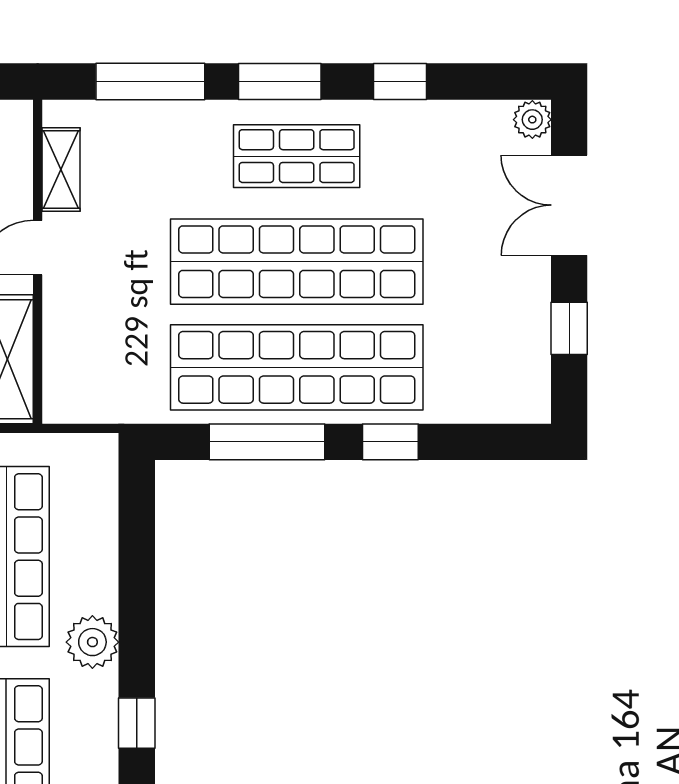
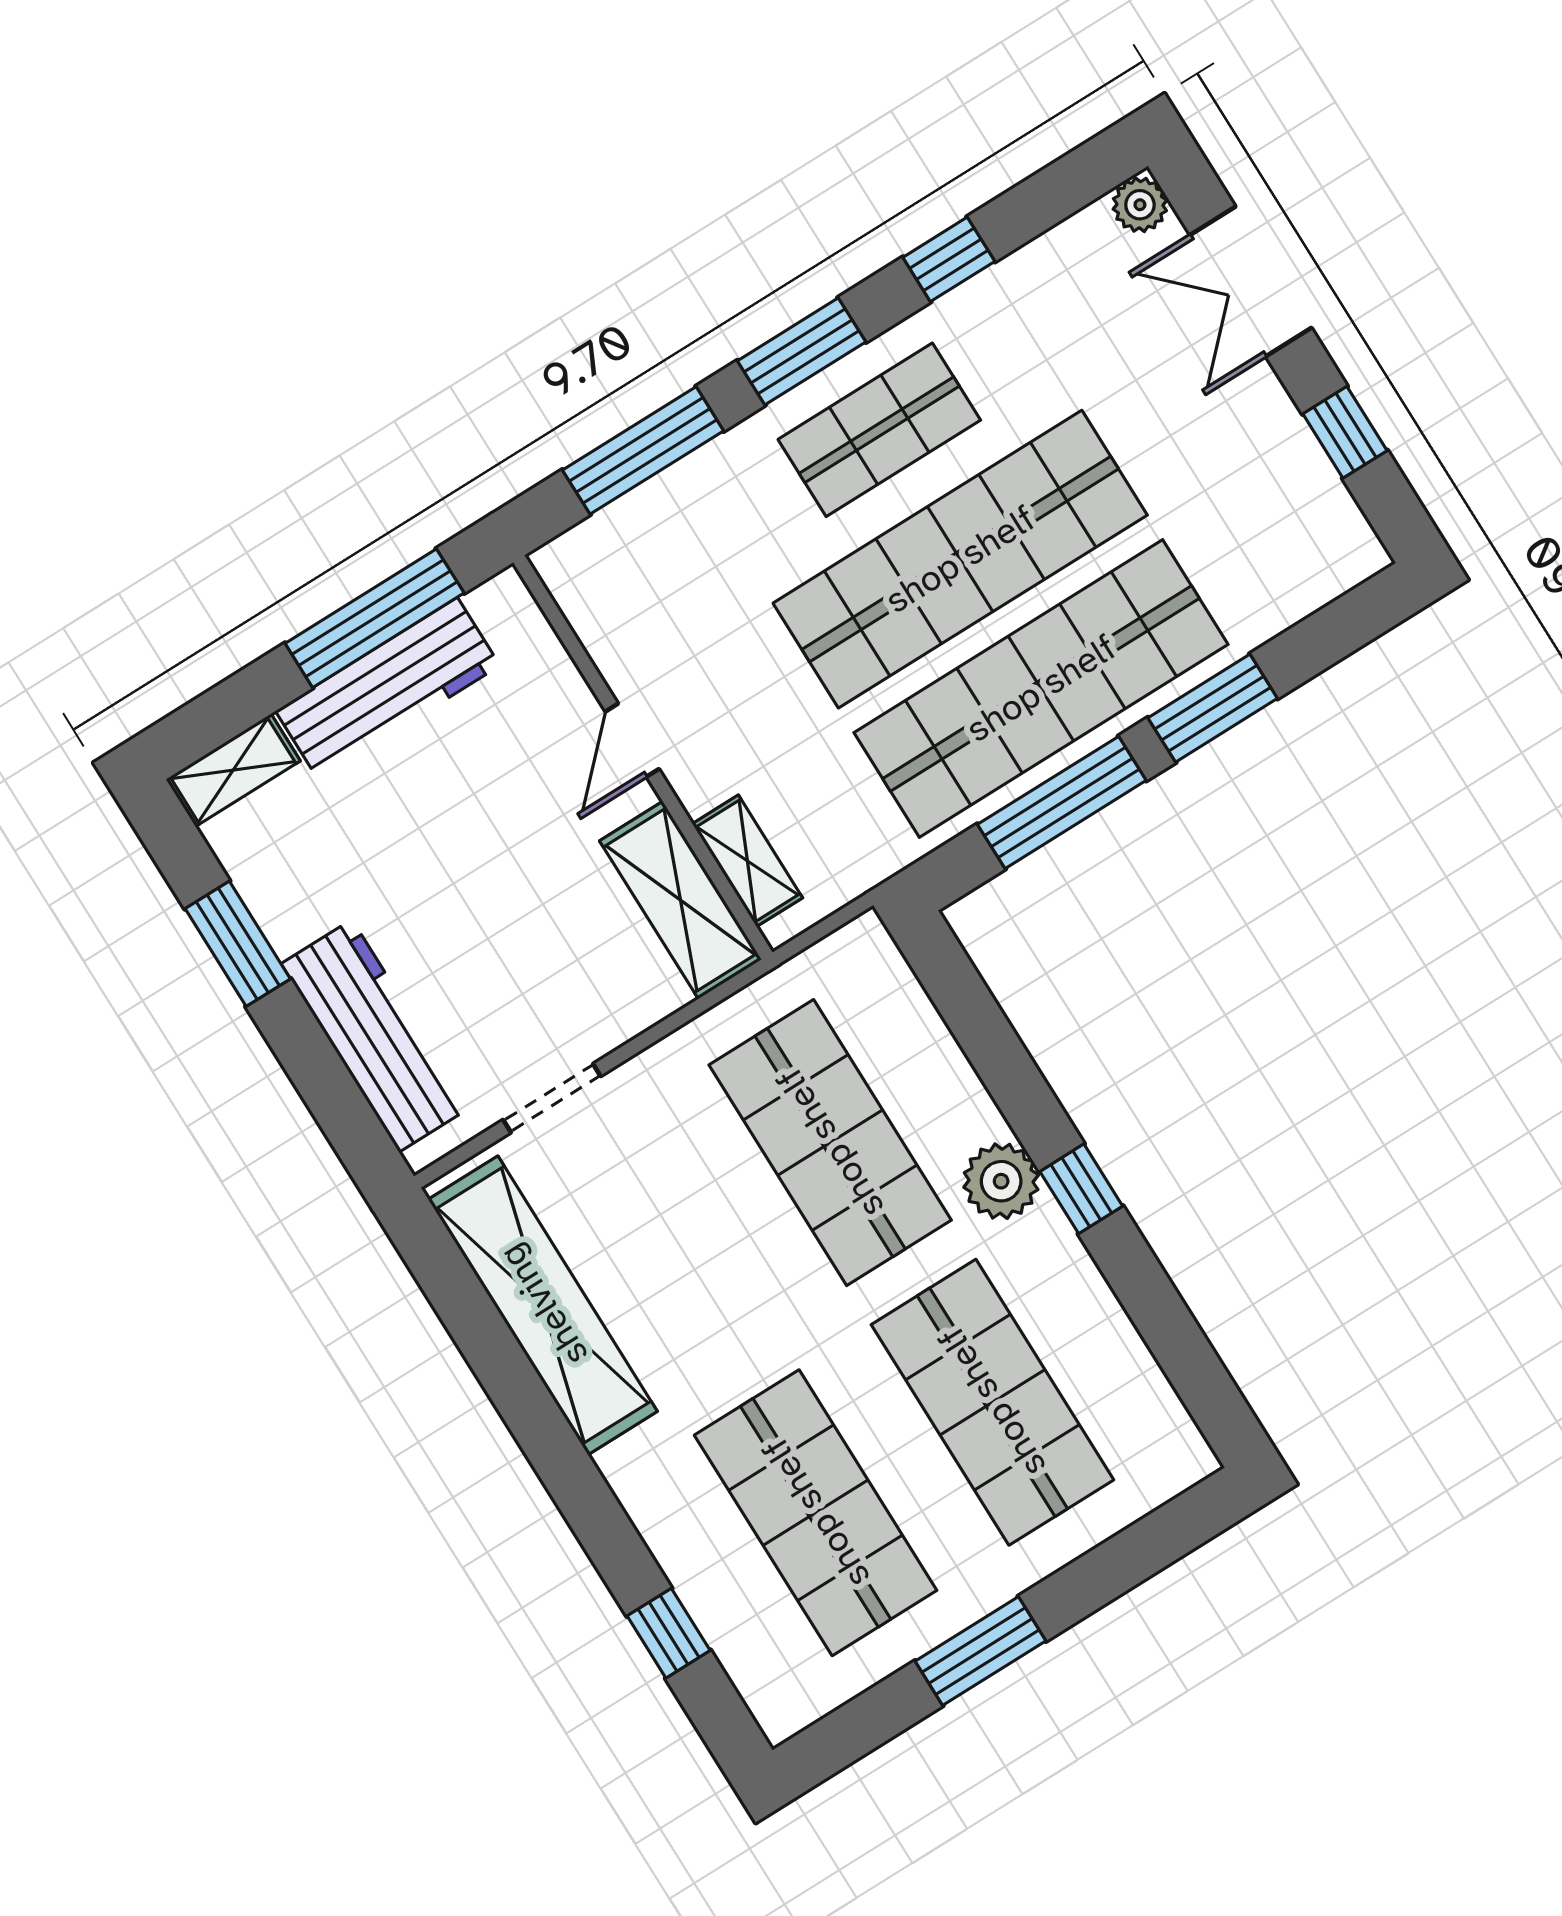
shelving: (61, 169) -> (747, 861), moved
window: (390, 442) -> (1213, 708), width x1.50
window: (137, 723) -> (1081, 1189), moved

